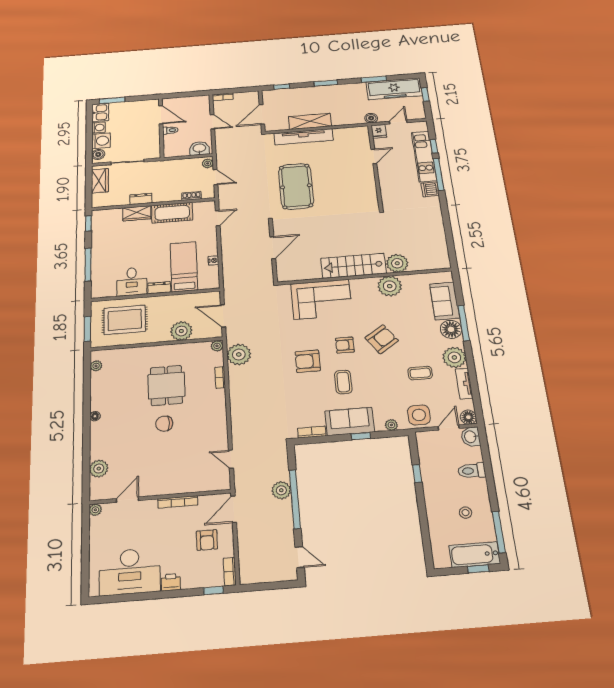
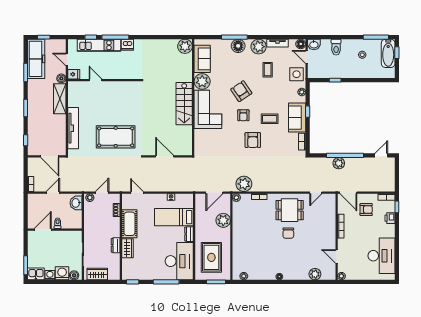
shelving: (310, 121) -> (60, 99), moved
plant: (397, 263) -> (185, 46), moved
desk: (132, 282) -> (179, 261), width x1.87, depth x1.30
corner sofa: (321, 299) -> (208, 109), moved
sofa: (445, 301) -> (202, 59), moved, turned -90
dining table: (166, 385) -> (290, 210), moved
printer: (171, 582) -> (390, 218), moved

